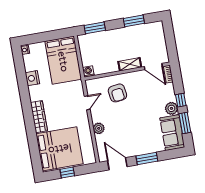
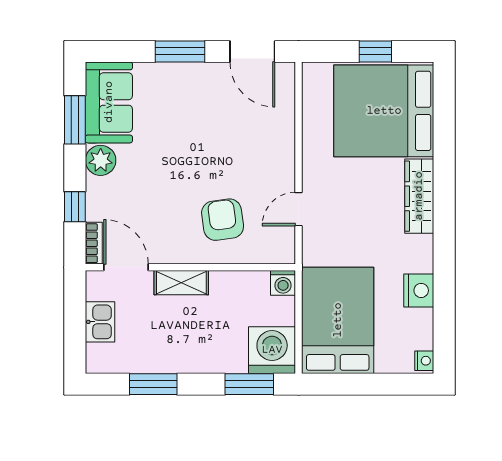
kitchen sink: (160, 42) -> (100, 322), added
washing machine: (88, 43) -> (272, 350), added
window: (181, 100) -> (75, 207), moved
plant: (99, 128) -> (282, 143), removed

